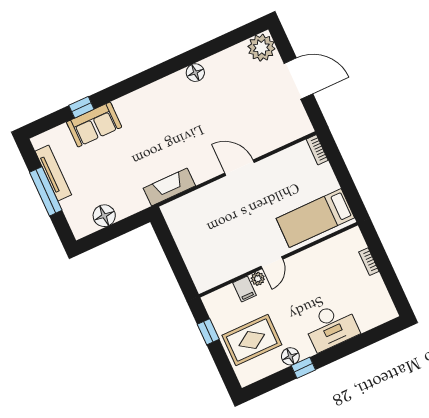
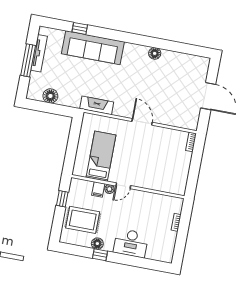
plant: (261, 48) -> (200, 65), removed
sofa: (94, 125) -> (93, 48), width x1.85, depth x1.27
bed: (315, 218) -> (101, 156), moved, turned 90

